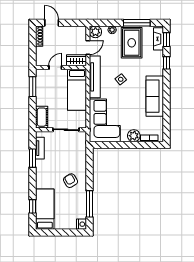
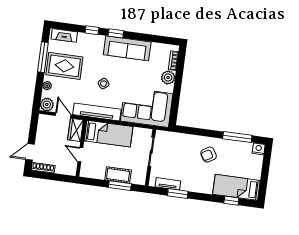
window: (166, 40) -> (116, 33), moved
window: (33, 87) -> (120, 186), moved
cot: (42, 117) -> (118, 175), moved

